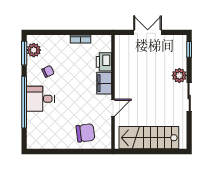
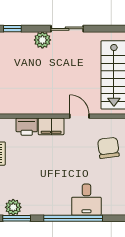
chair: (48, 71) -> (38, 191), removed
desk: (40, 99) -> (86, 200), moved

